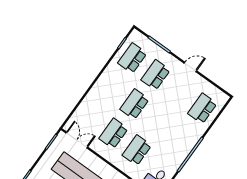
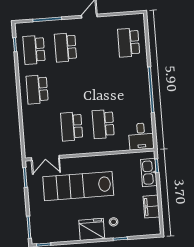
school desk: (135, 104) -> (37, 89), moved
double door: (77, 140) -> (45, 158), swing flipped

